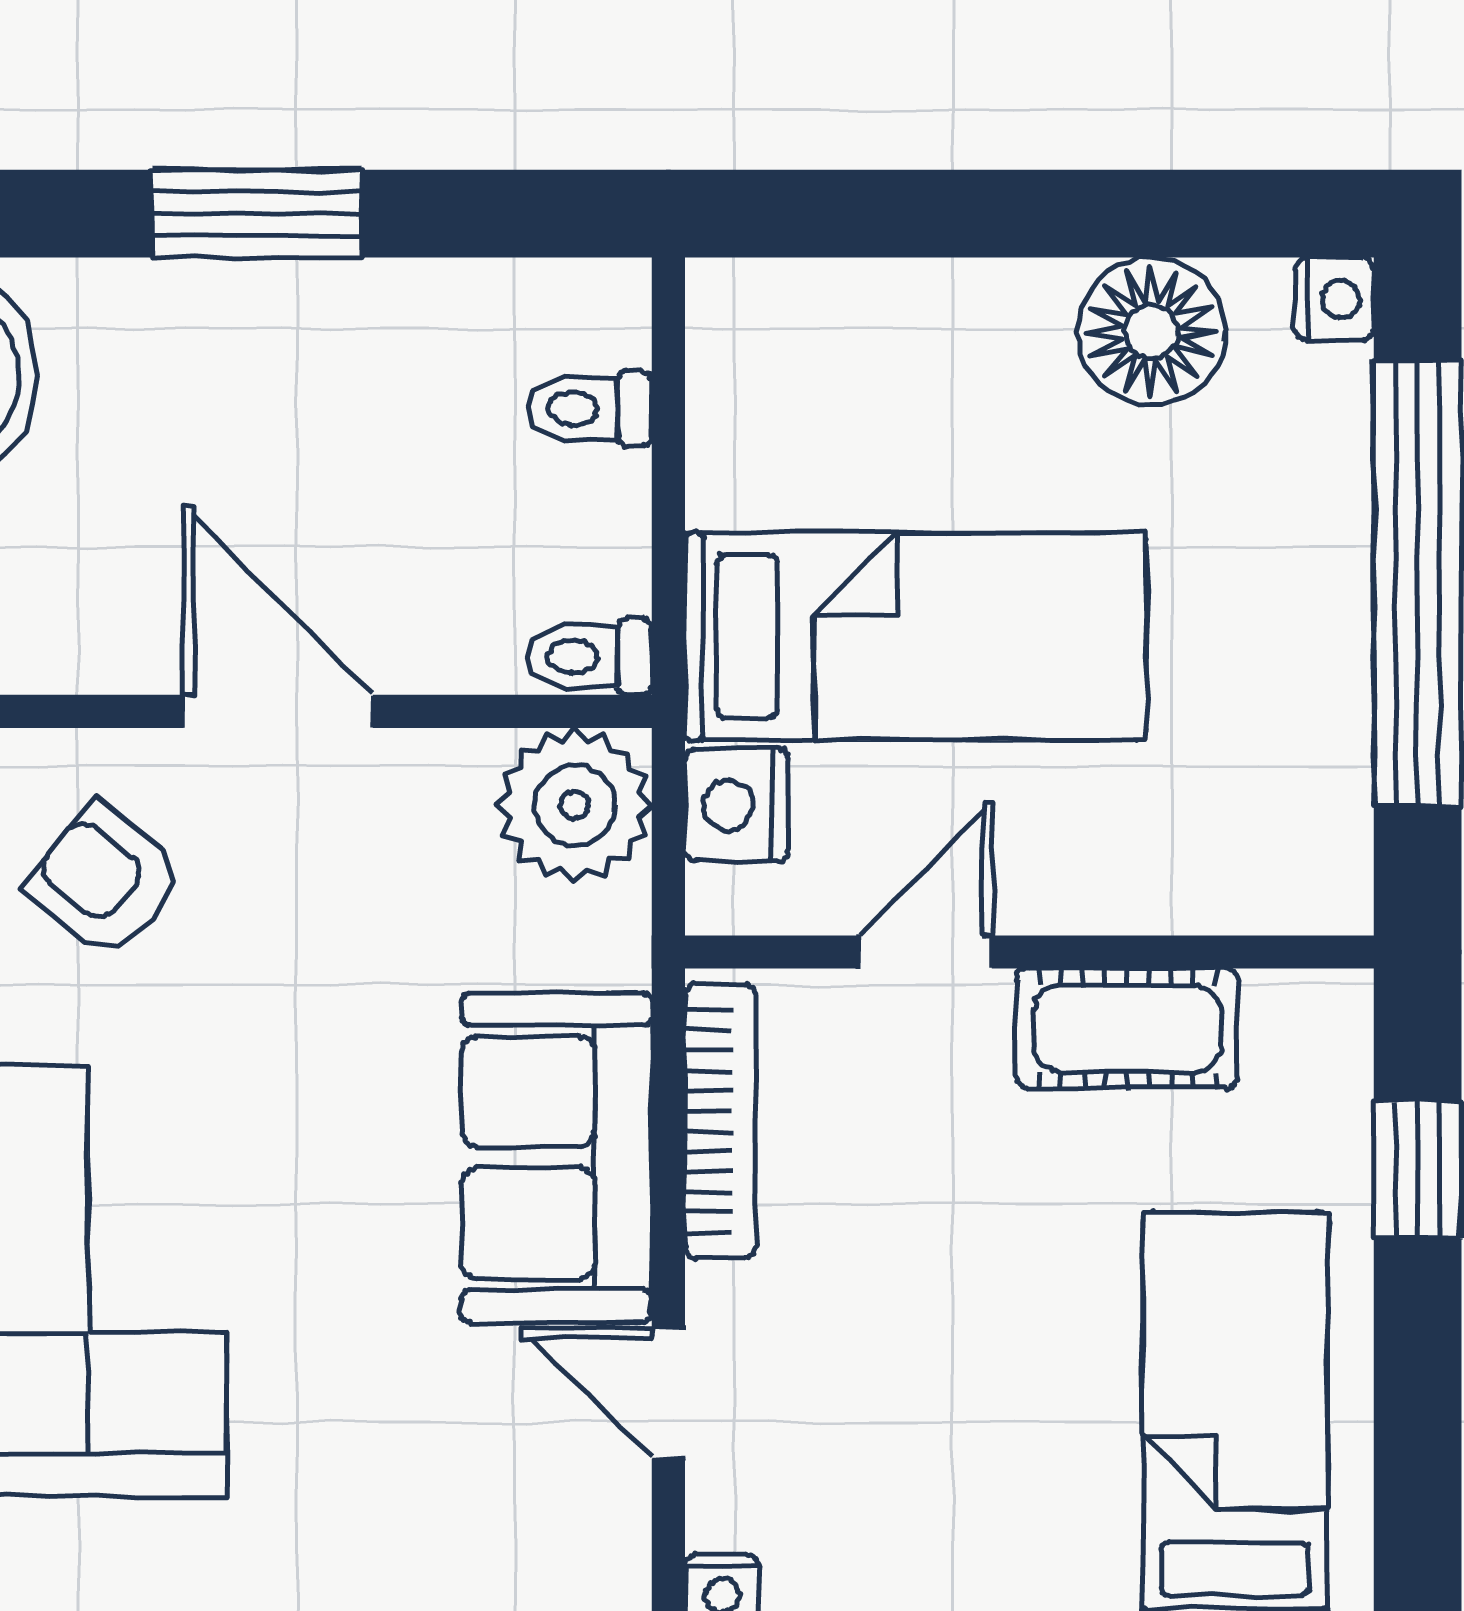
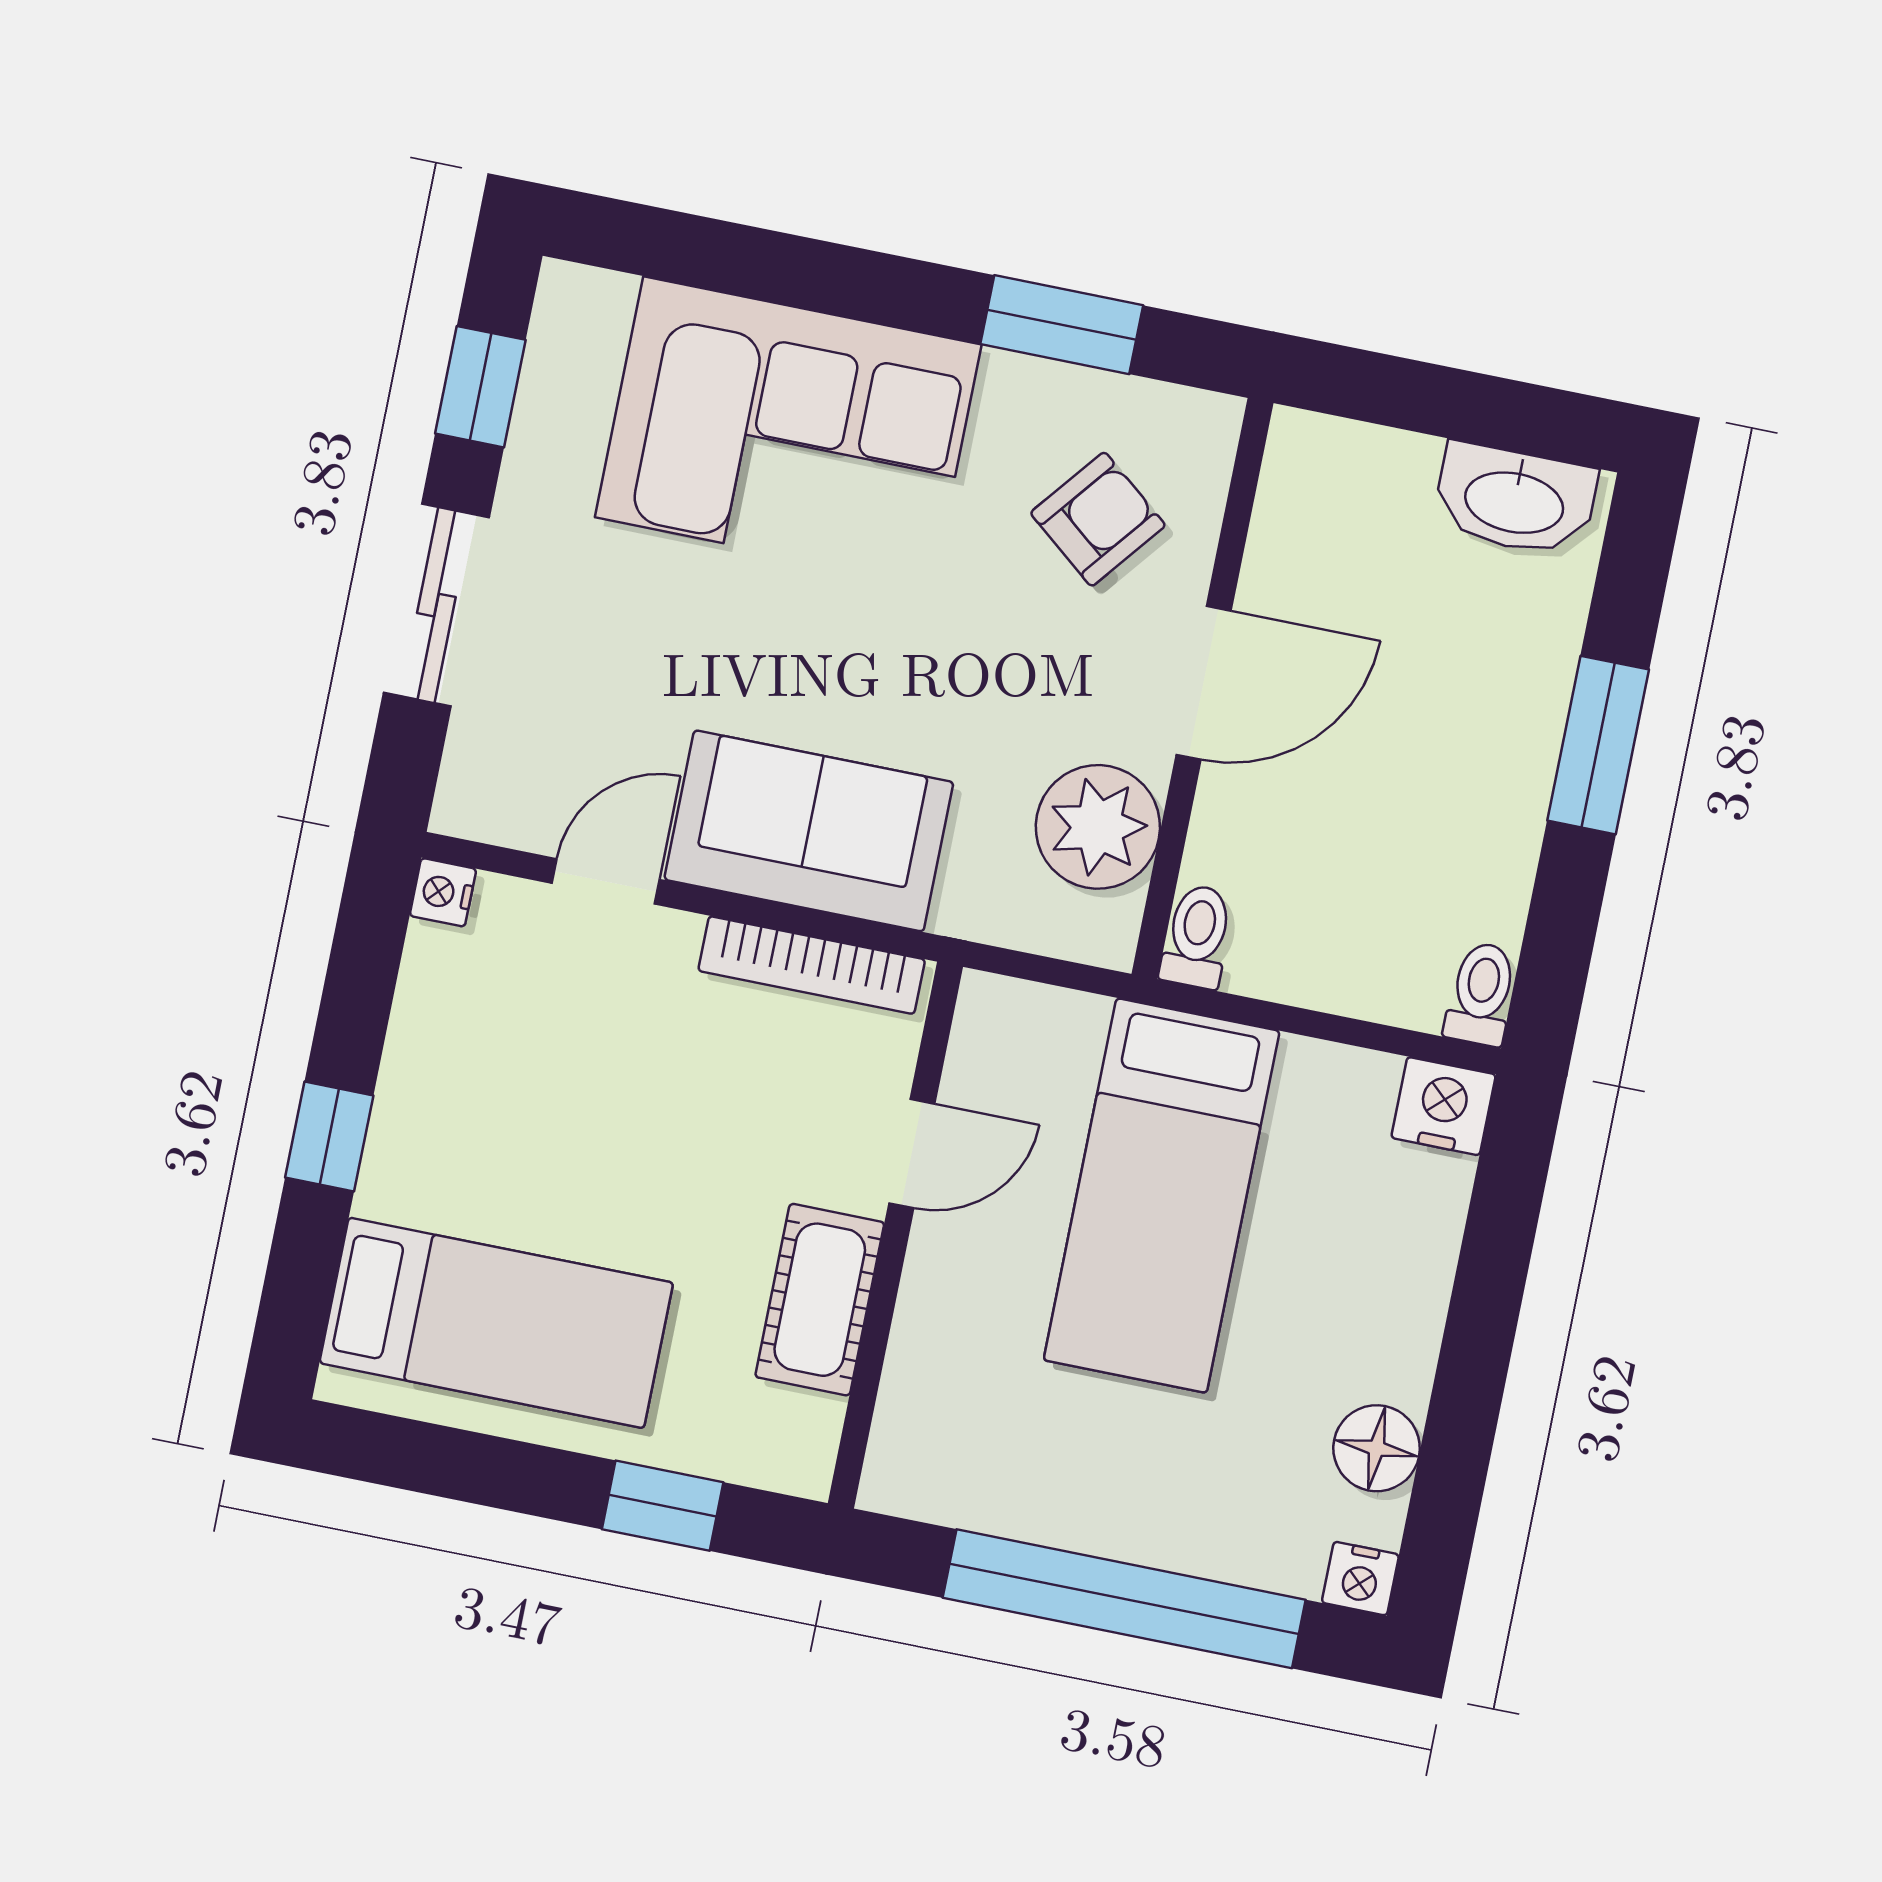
floor lamp: (1151, 331) -> (1377, 1448), width x0.73, depth x0.73
toilet: (590, 409) -> (1481, 994), moved
plant: (575, 805) -> (1098, 827), moved
nightstand: (737, 805) -> (1443, 1106), moved
door: (926, 952) -> (912, 1153), hinge flipped

